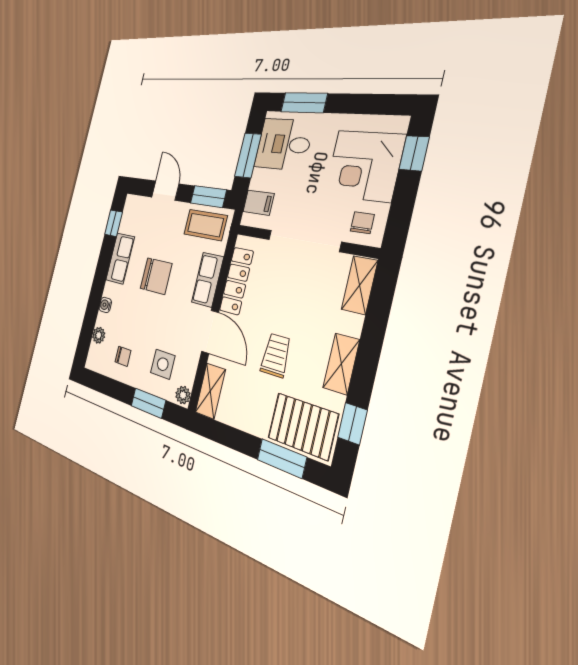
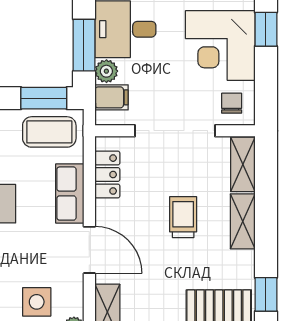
plant: (260, 179) -> (106, 71), added
locker: (236, 281) -> (107, 175), width x0.66
trolley: (276, 355) -> (183, 217), moved
shelving: (341, 364) -> (243, 221), moved

